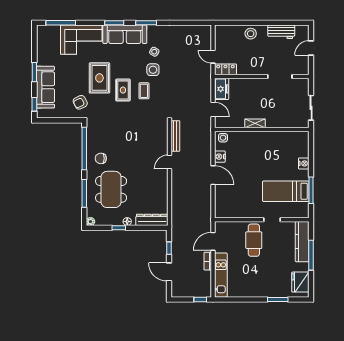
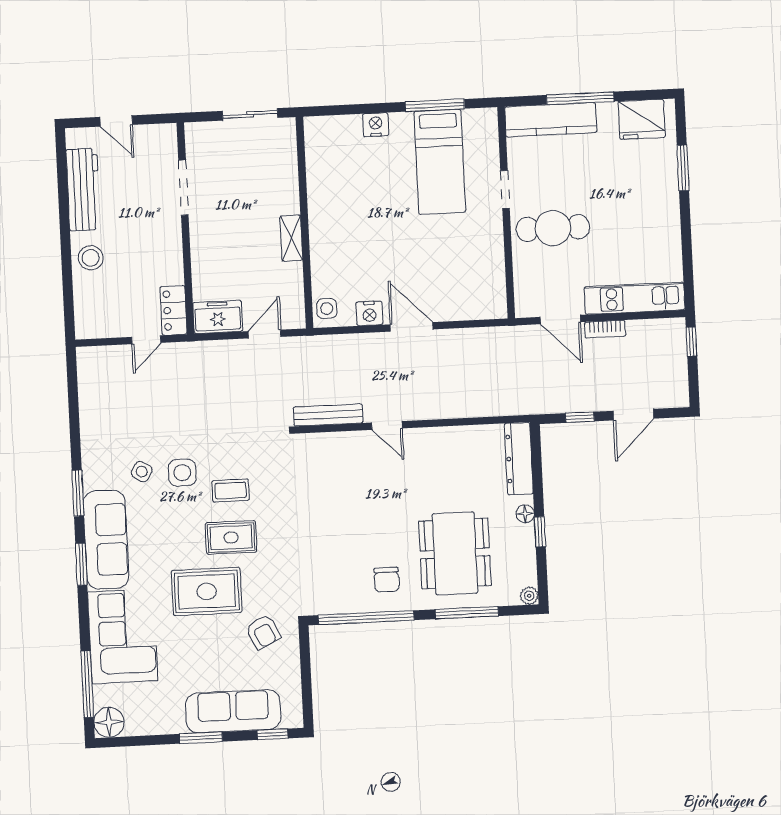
floor lamp: (43, 32) -> (109, 722), added
workbench: (281, 32) -> (83, 189), width x1.38
door: (213, 175) -> (412, 327), hinge flipped
dining table: (111, 189) -> (455, 553), turned 90

